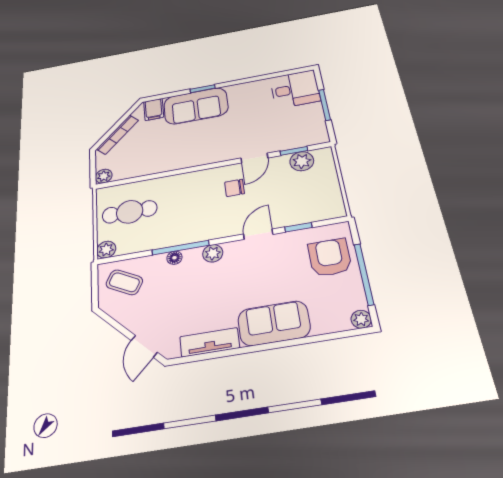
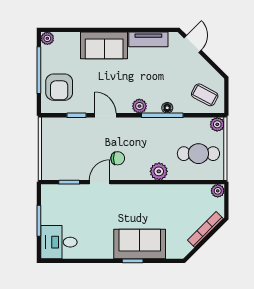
filing cabinet: (154, 109) -> (174, 249), removed
plant: (302, 161) -> (159, 171), moved
door: (258, 234) -> (105, 115), swing flipped

